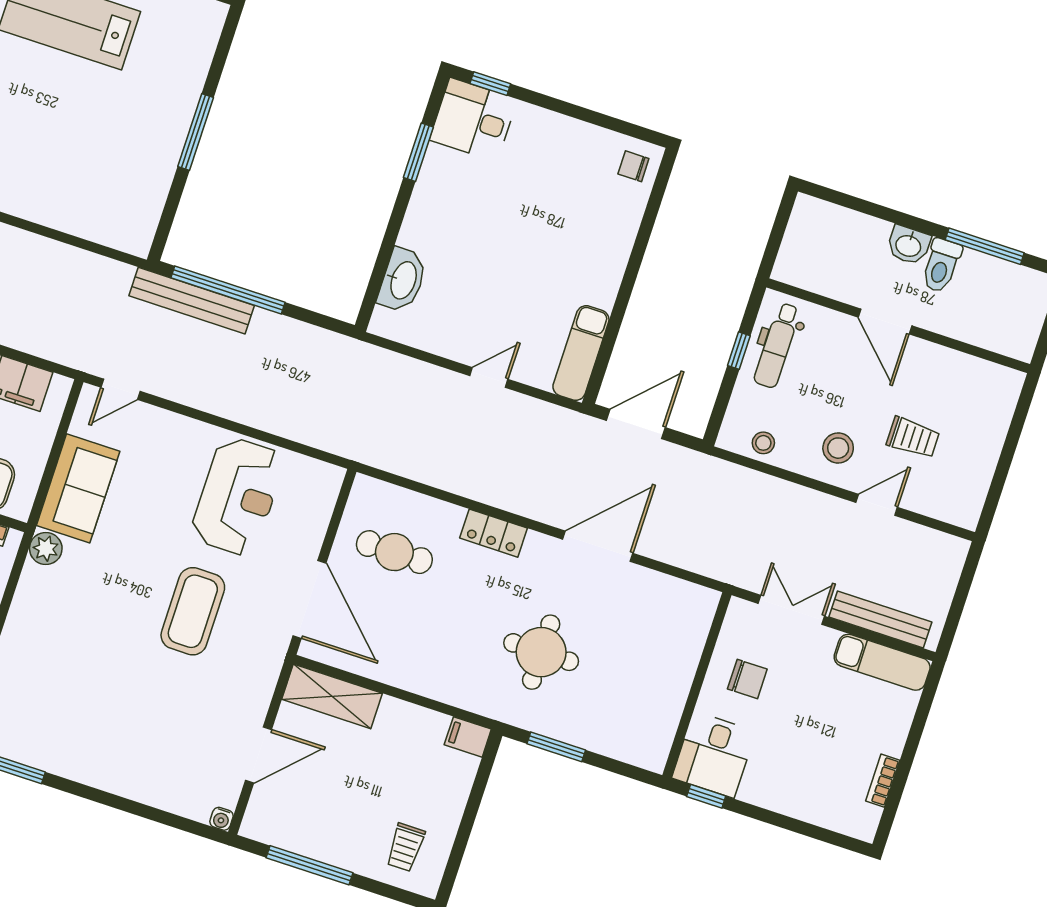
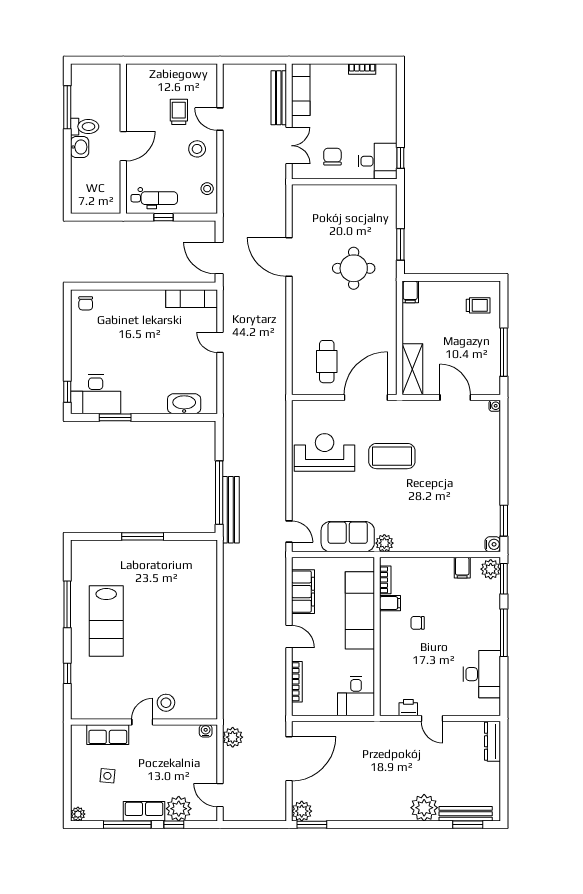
desk: (473, 120) -> (96, 394), width x1.37
locker: (493, 533) -> (300, 313), removed
double door: (791, 610) -> (289, 146), swing flipped

